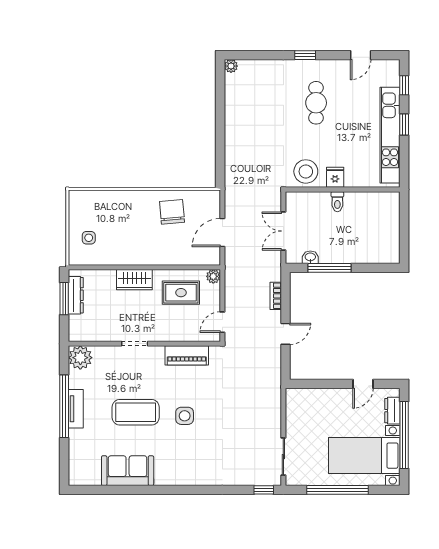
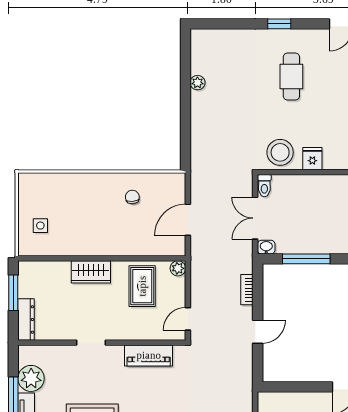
plant: (231, 66) -> (197, 83), moved
toilet: (337, 202) -> (264, 186), moved
chair: (172, 212) -> (132, 197), width x0.54, depth x0.54
washbasin: (310, 257) -> (266, 247), moved
rug: (181, 293) -> (142, 286), turned 90
dresser: (76, 295) -> (26, 319), moved
plant: (80, 358) -> (31, 378), moved

